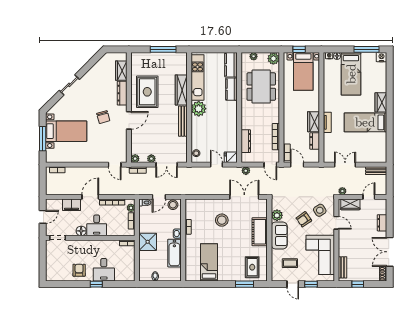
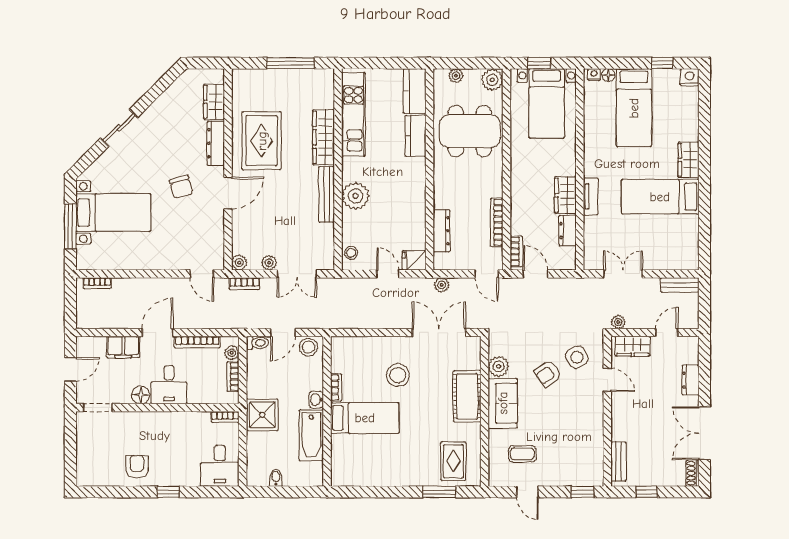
window: (367, 49) -> (662, 63), width x0.46
dining table: (261, 87) -> (470, 131), turned 90
plant: (199, 109) -> (355, 196), moved
corner sofa: (320, 255) -> (578, 439), removed
bed: (209, 262) -> (365, 418), moved, turned 90
desk: (104, 270) -> (220, 466), moved
window: (311, 284) -> (582, 492), moved

